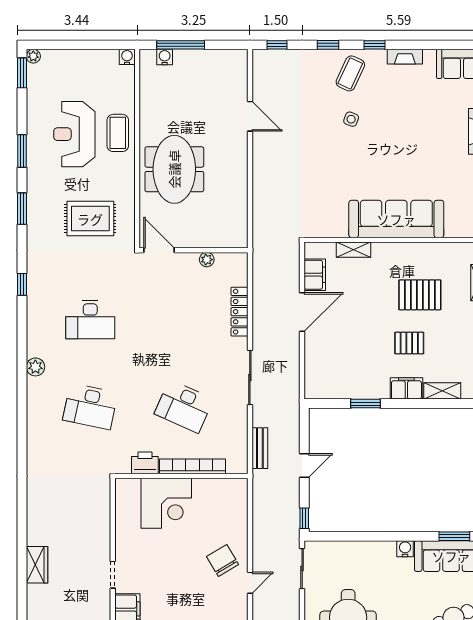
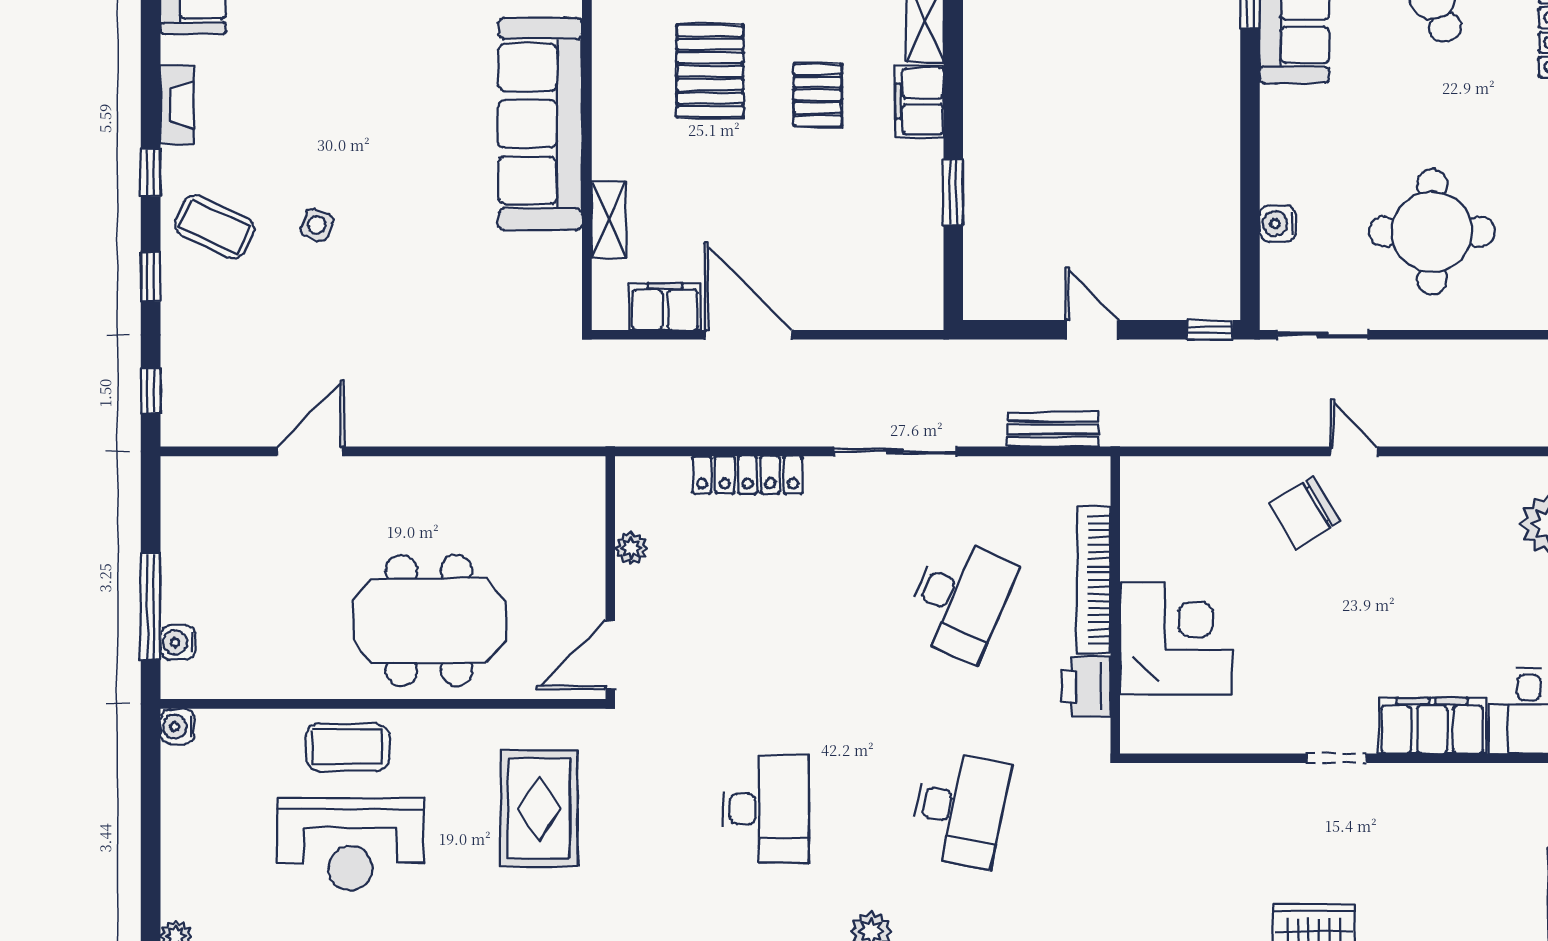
water cooler: (405, 549) -> (1278, 224), moved

